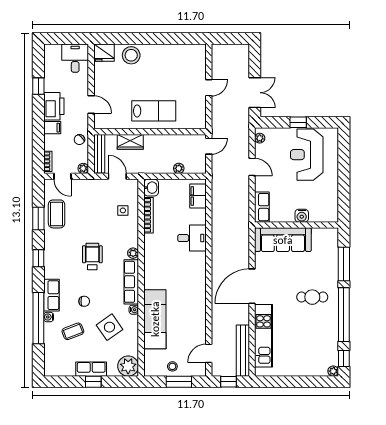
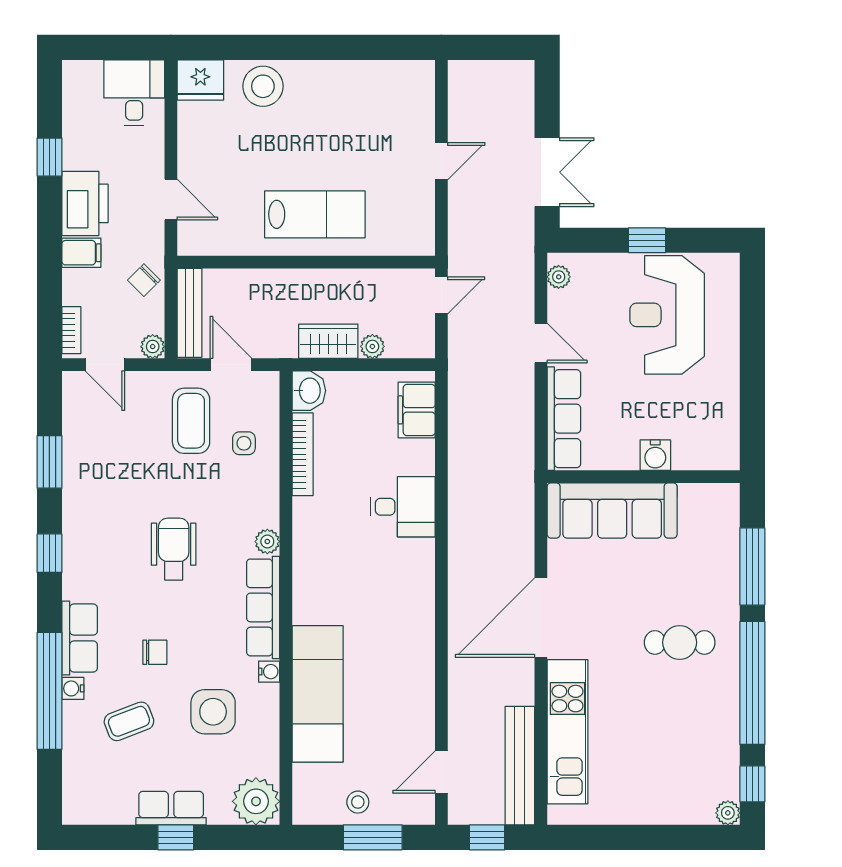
wardrobe: (130, 142) -> (328, 341), moved, turned 180
row of seats: (262, 207) -> (564, 419), width x1.48
coffee table: (57, 214) -> (191, 421), moved
side table: (109, 327) -> (213, 712), turned 35

